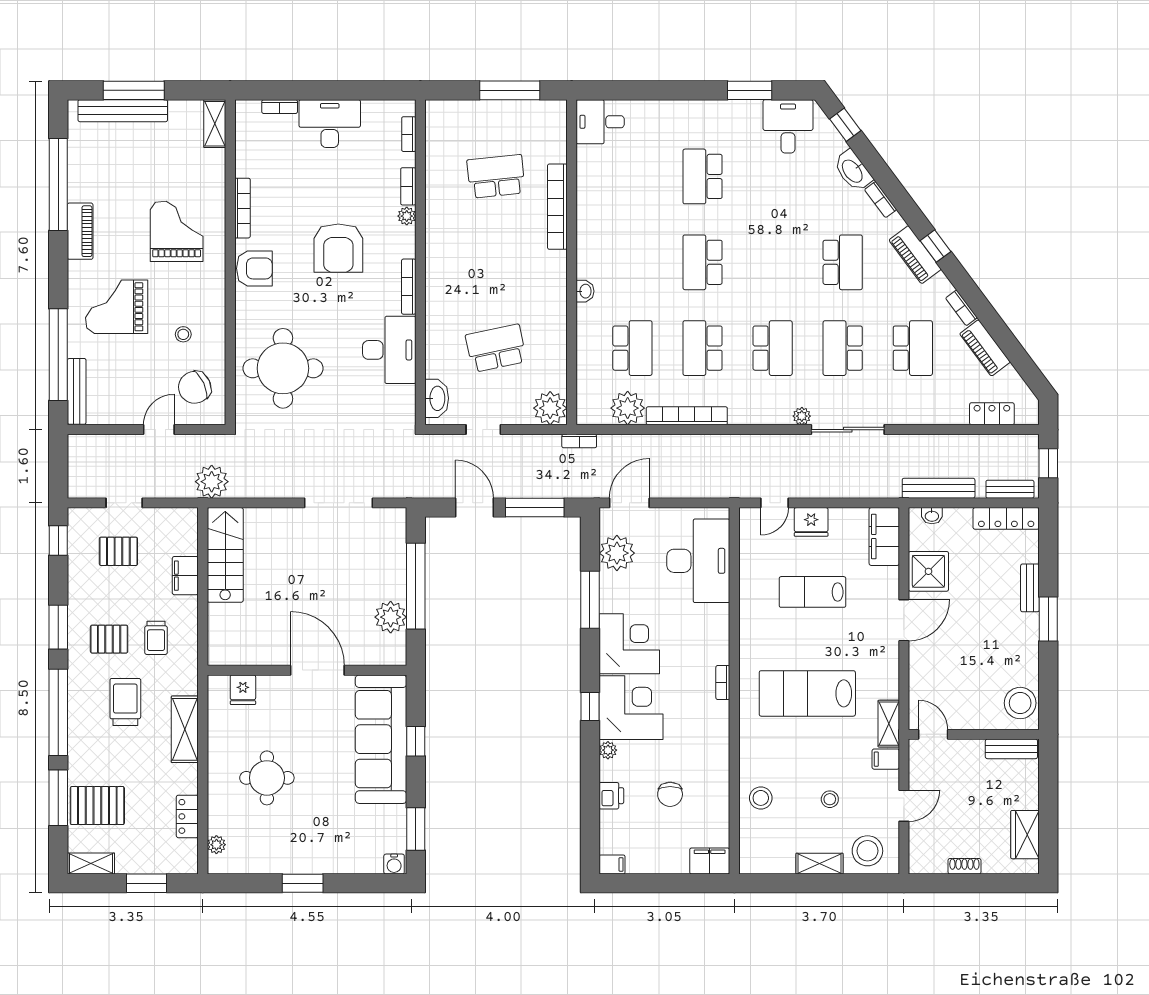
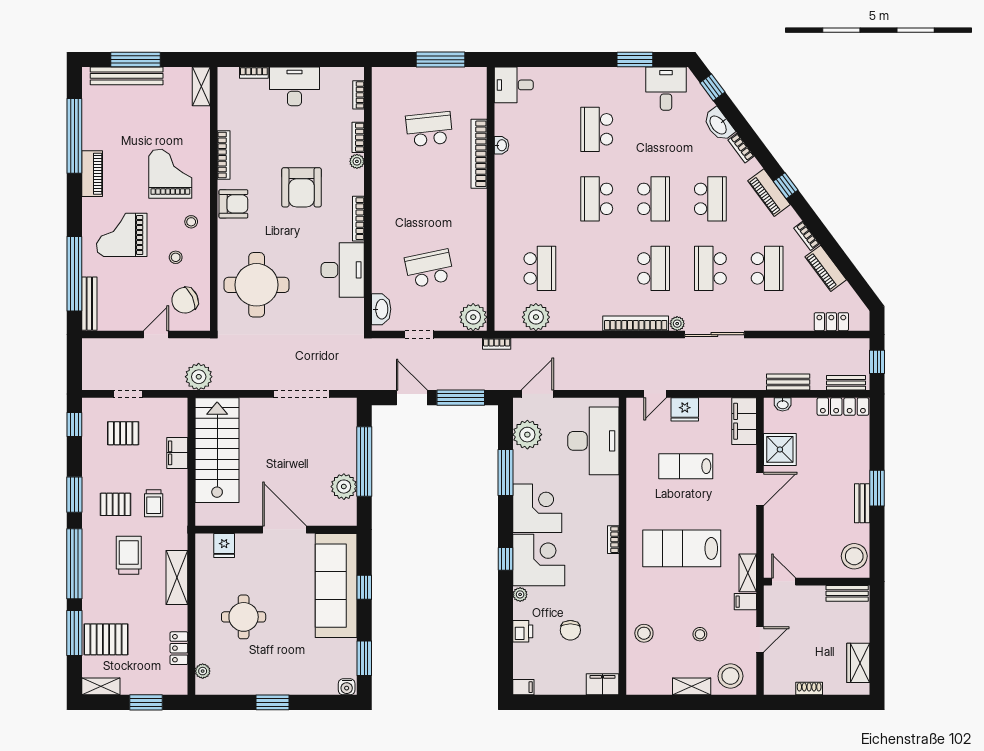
stool: (202, 291) -> (191, 222), added
washbasin: (585, 291) -> (501, 145), moved
school desk: (703, 348) -> (654, 199), moved, turned 180
bookcase: (687, 416) -> (636, 323), moved
bench: (939, 488) -> (788, 382), width x0.73
stairs: (225, 555) -> (217, 450), width x1.36, depth x1.51
bench: (1030, 588) -> (862, 503), moved

